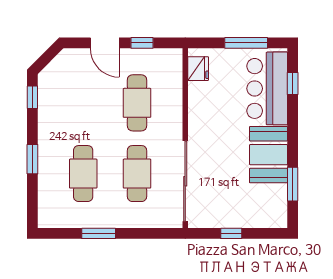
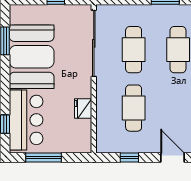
door: (105, 43) -> (173, 157), moved
fridge: (198, 69) -> (83, 109), moved
booth: (268, 155) -> (32, 57), width x1.36, depth x1.42

